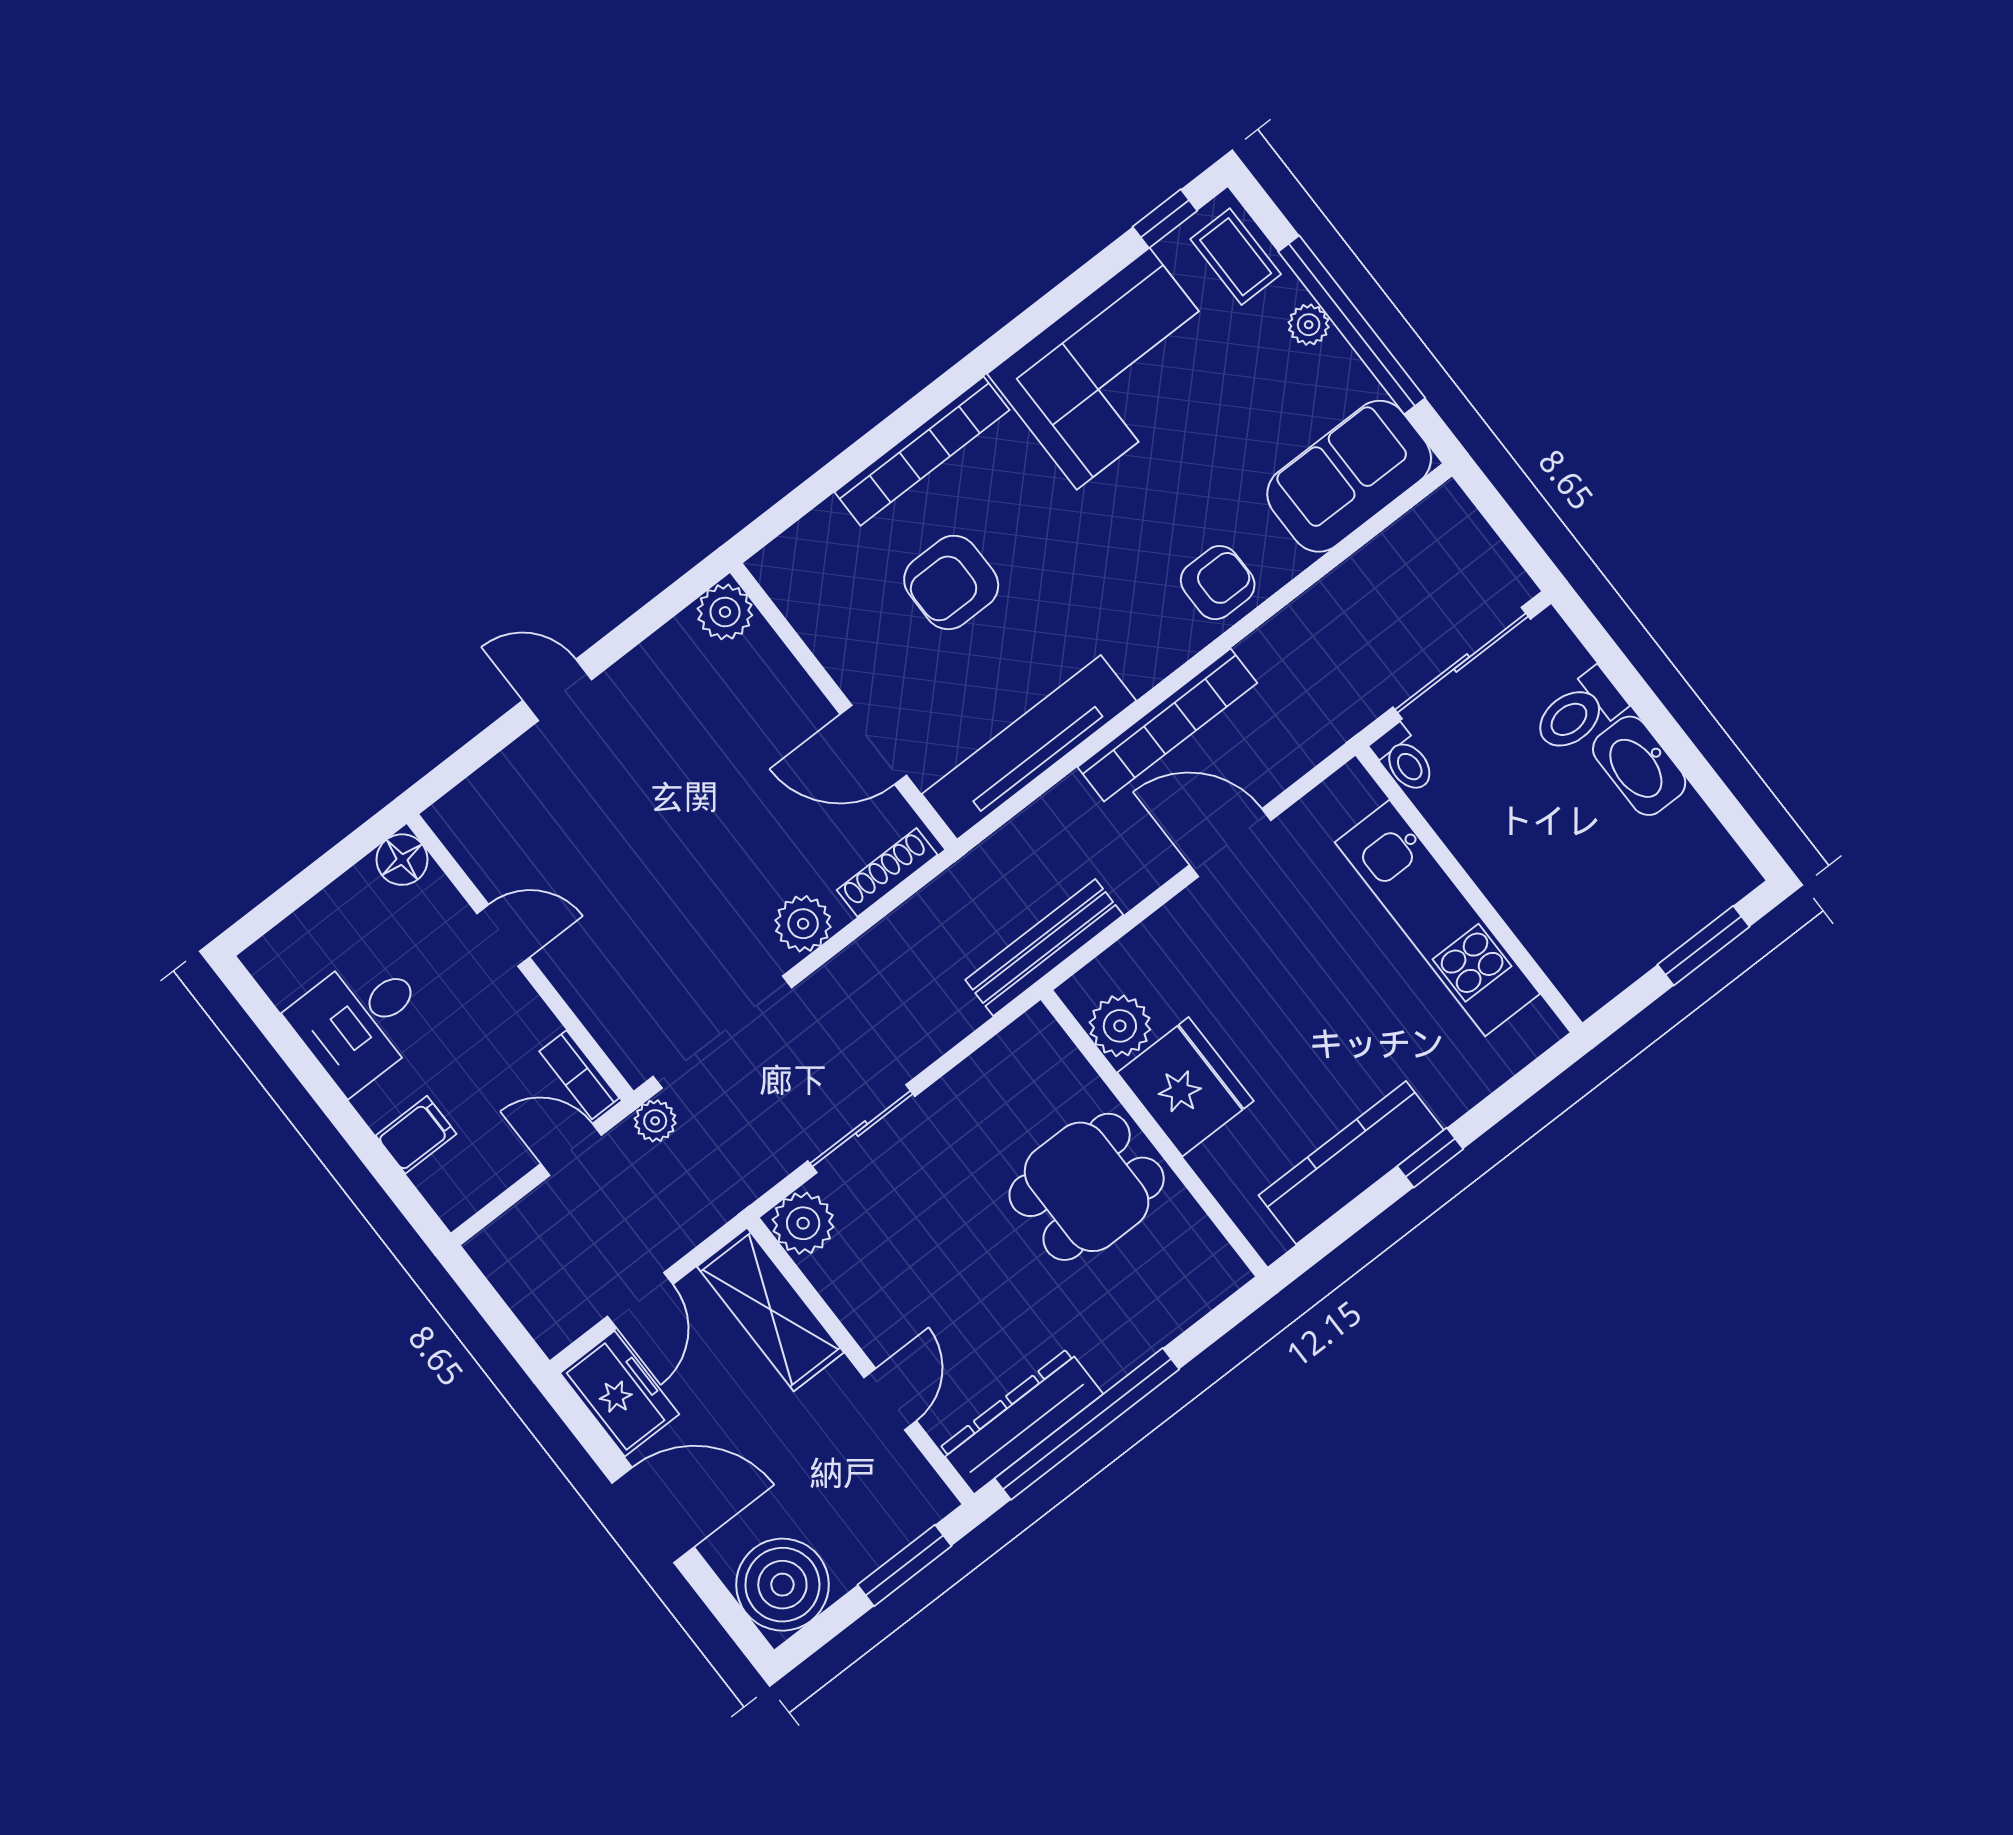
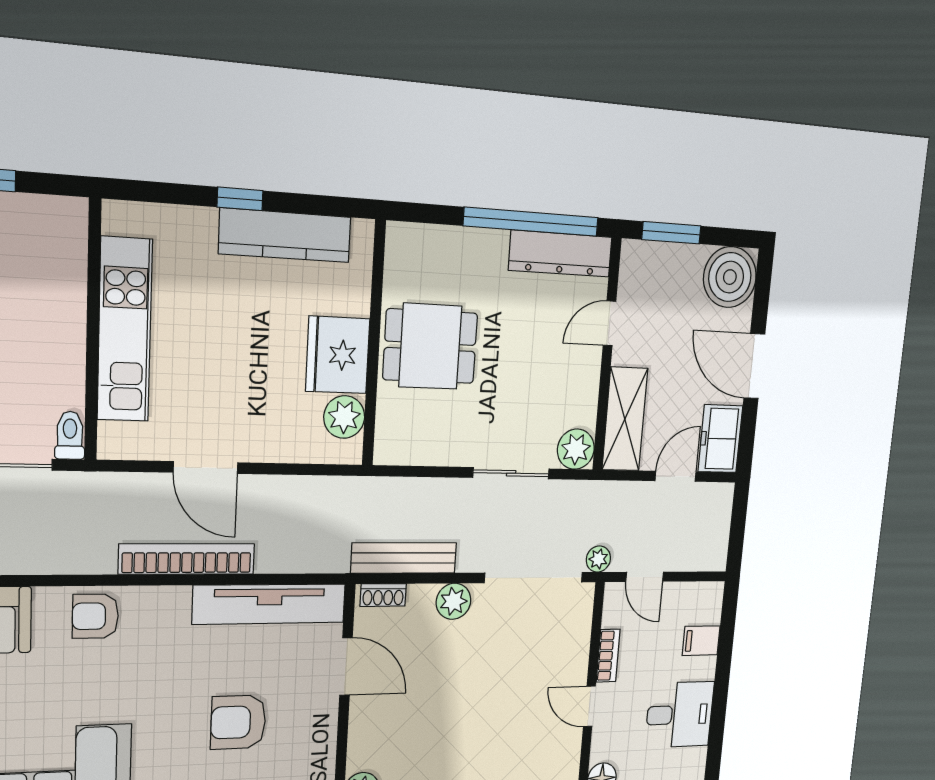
armchair: (951, 582) -> (238, 722), turned 180
shoe rack: (887, 872) -> (383, 595), width x0.70
bench: (1044, 947) -> (404, 558), moved
bookcase: (579, 1075) -> (608, 656), moved

